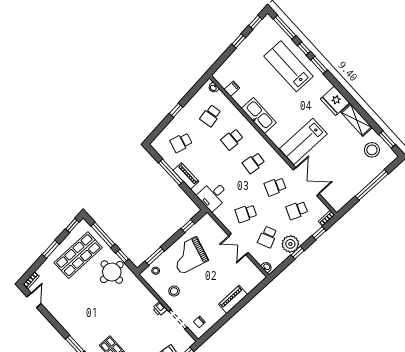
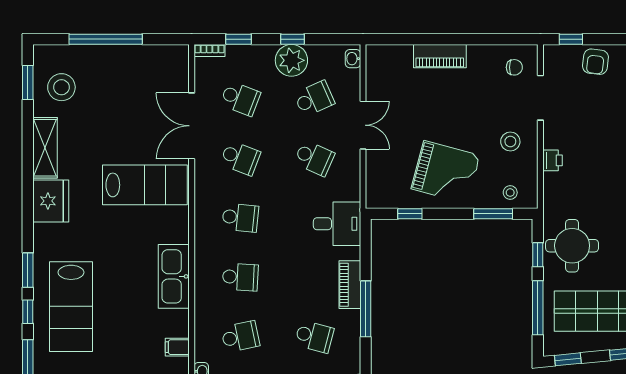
printer: (160, 309) -> (552, 160), moved

